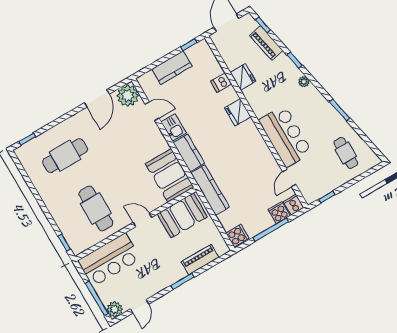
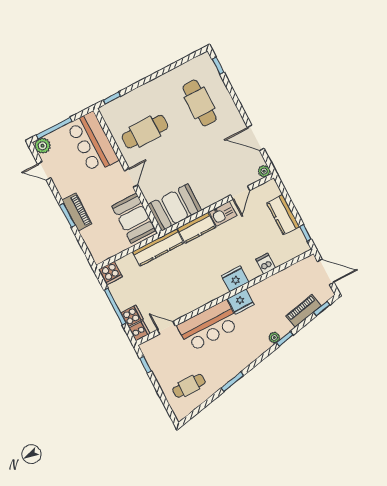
fridge: (243, 77) -> (241, 302), moved
plant: (304, 82) -> (274, 338), moved
plant: (128, 96) -> (264, 171), width x0.53, depth x0.53
piano: (200, 260) -> (77, 212), moved

